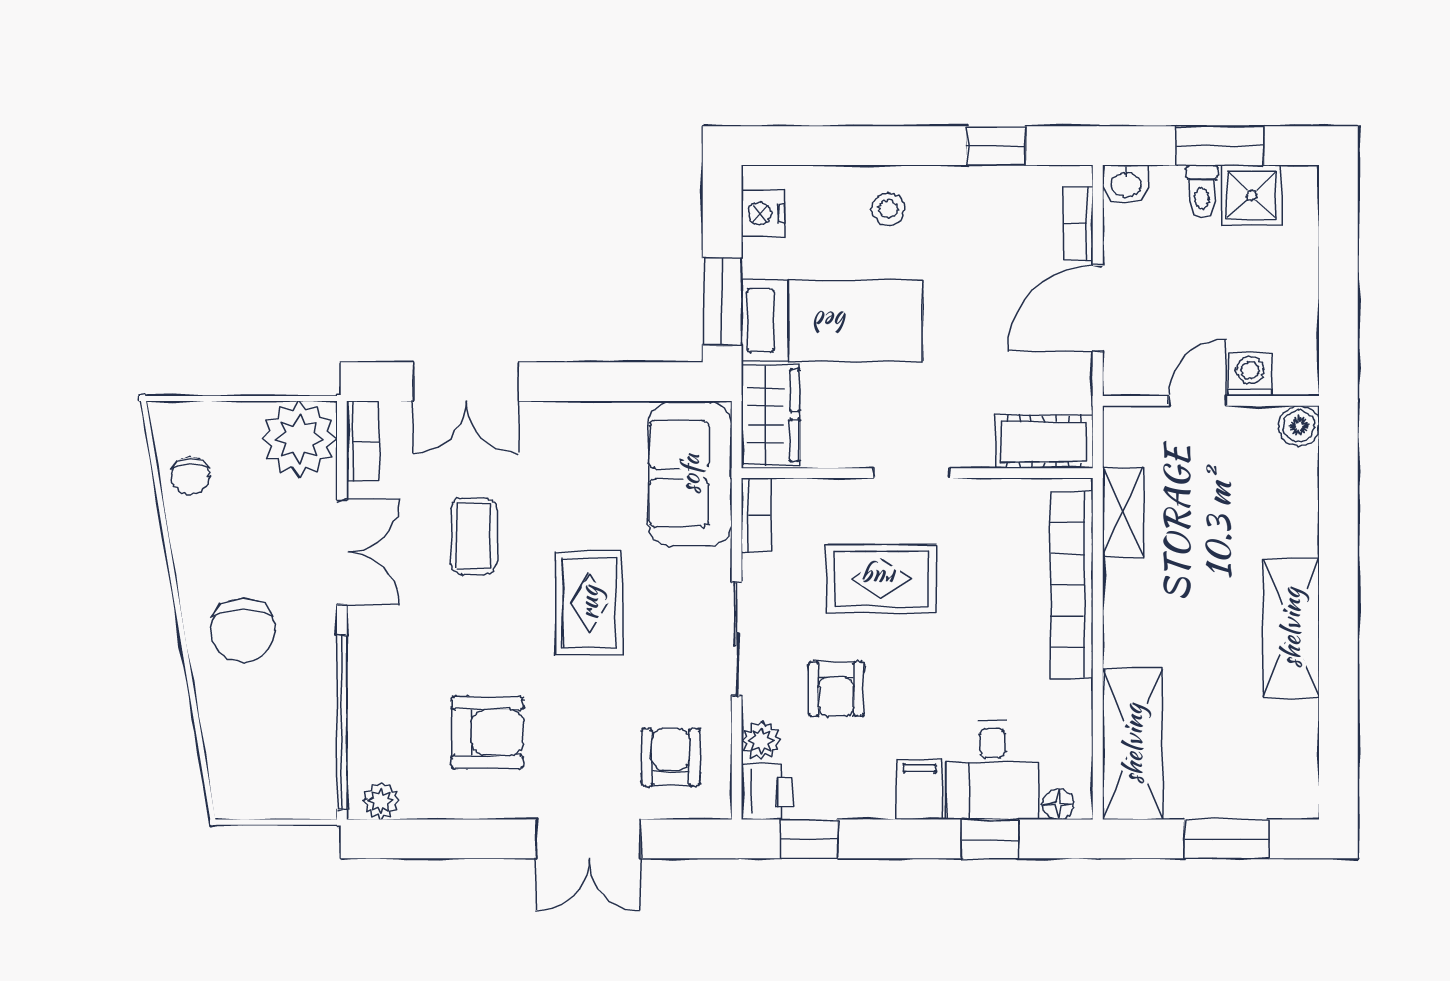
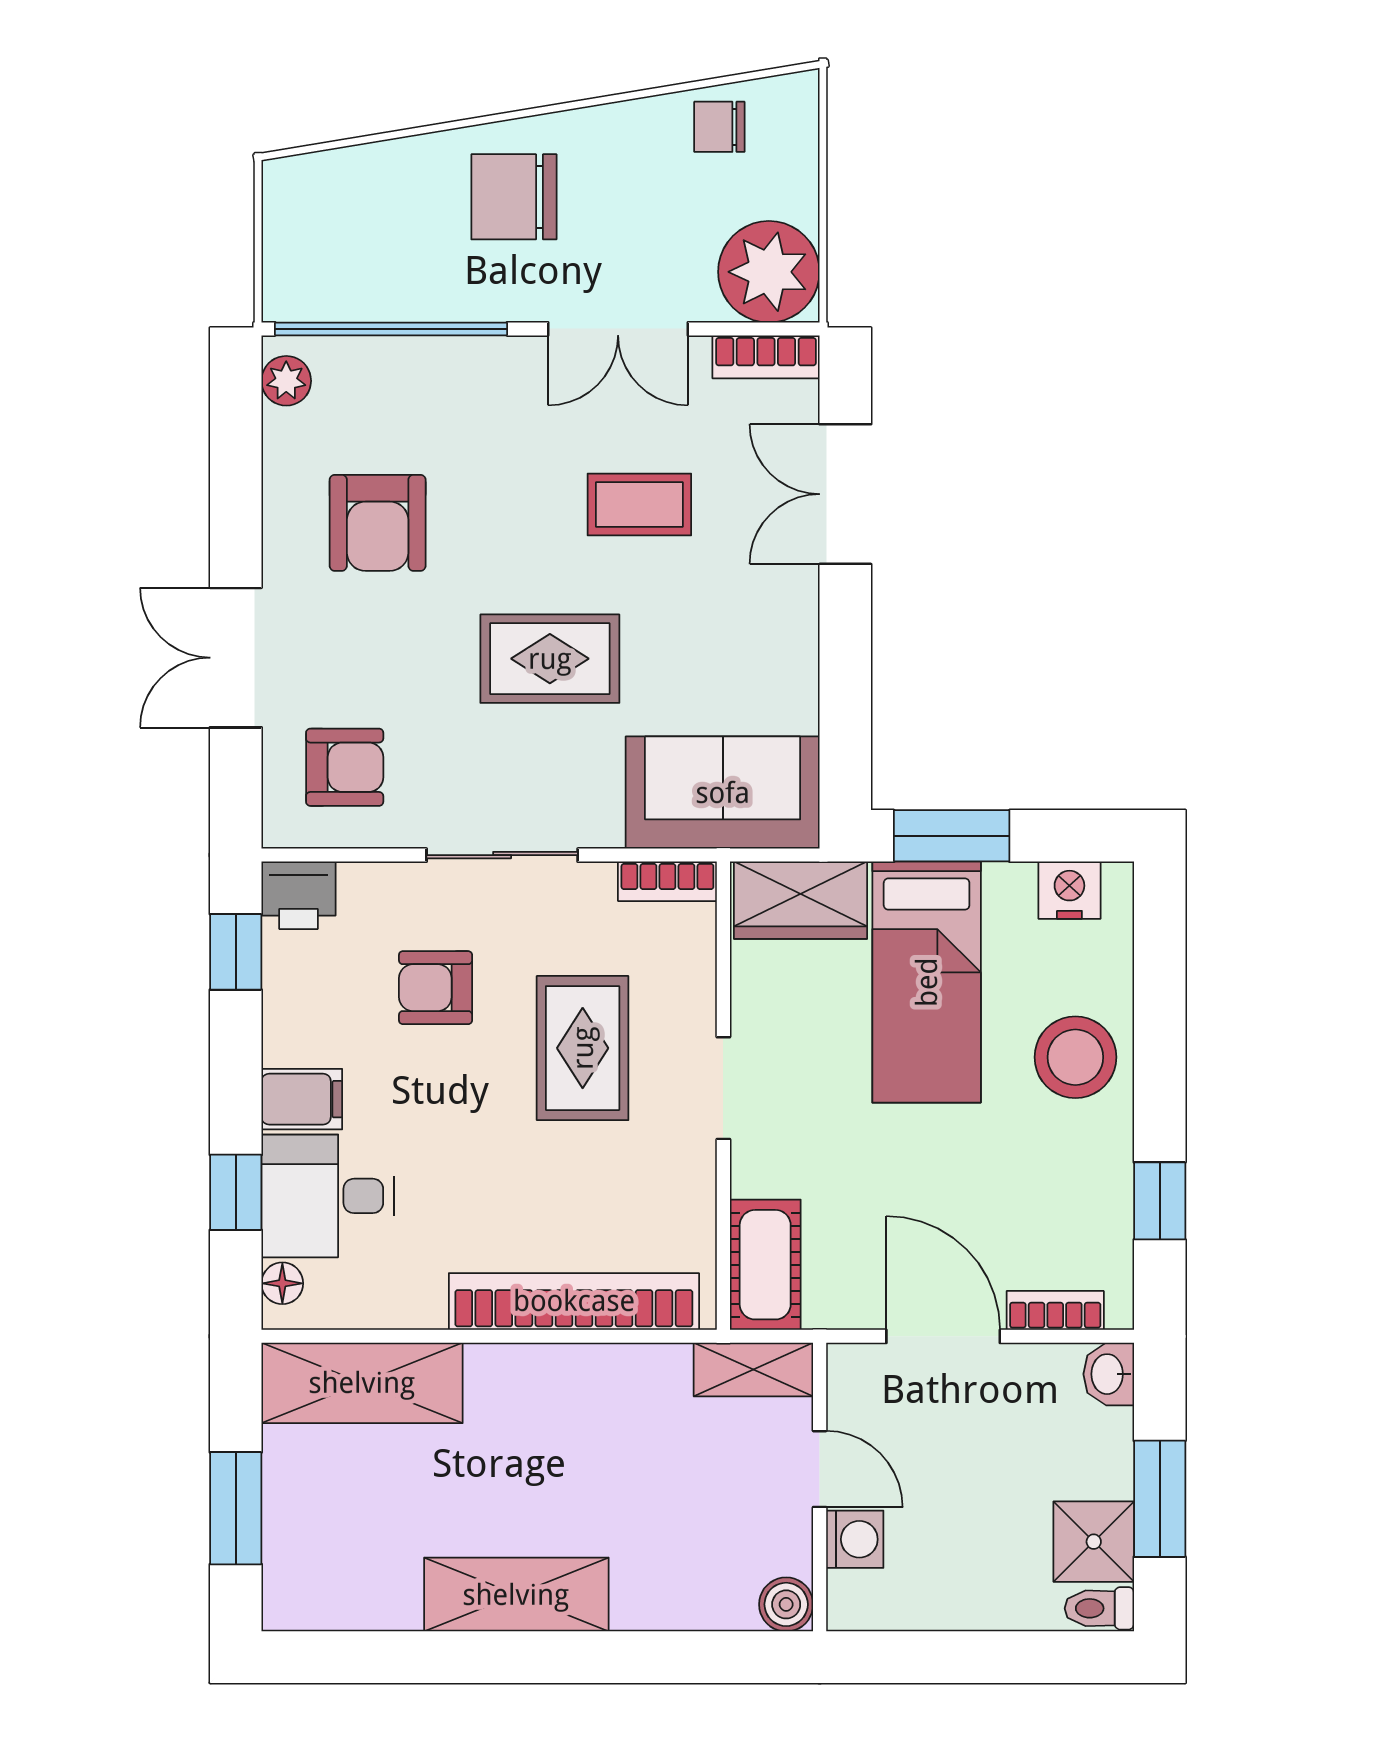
toilet: (1202, 191) -> (1099, 1608), moved
stool: (888, 209) -> (1075, 1057), width x1.89, depth x1.89
shelving: (1123, 512) -> (753, 1370), moved
plant: (761, 740) -> (367, 888), removed

